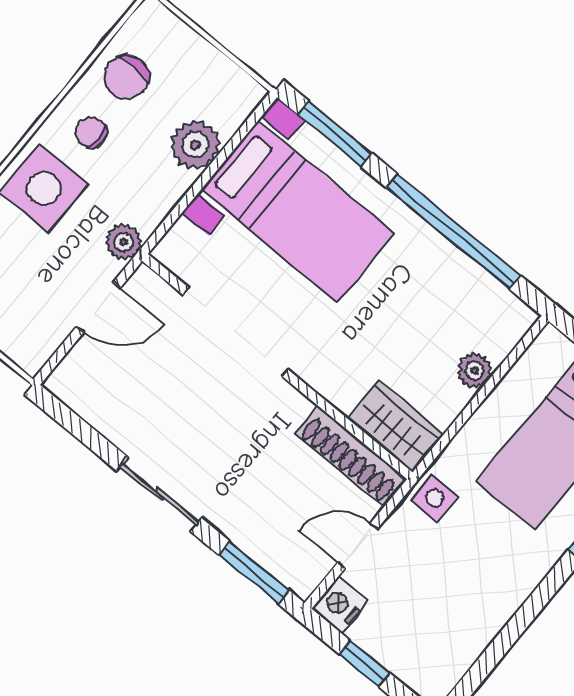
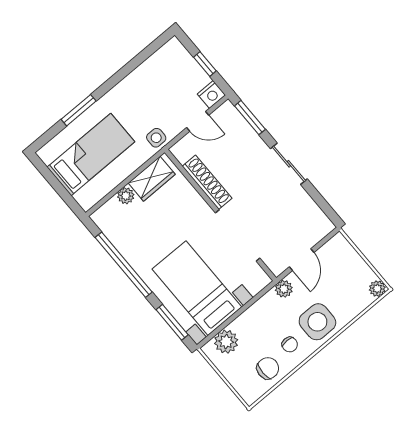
plant: (195, 145) -> (226, 342), moved
door: (99, 307) -> (302, 260), swing flipped
wardrobe: (395, 427) -> (152, 179), moved, turned -90
shoe rack: (351, 456) -> (207, 182), moved

